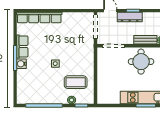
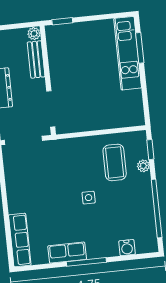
row of seats: (39, 18) -> (20, 240), width x0.73
round table: (141, 62) -> (71, 63), removed
water cooler: (21, 64) -> (127, 248), moved

